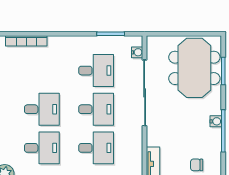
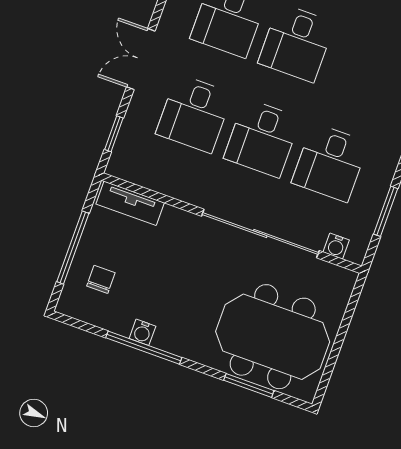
water cooler: (216, 121) -> (142, 332), moved

